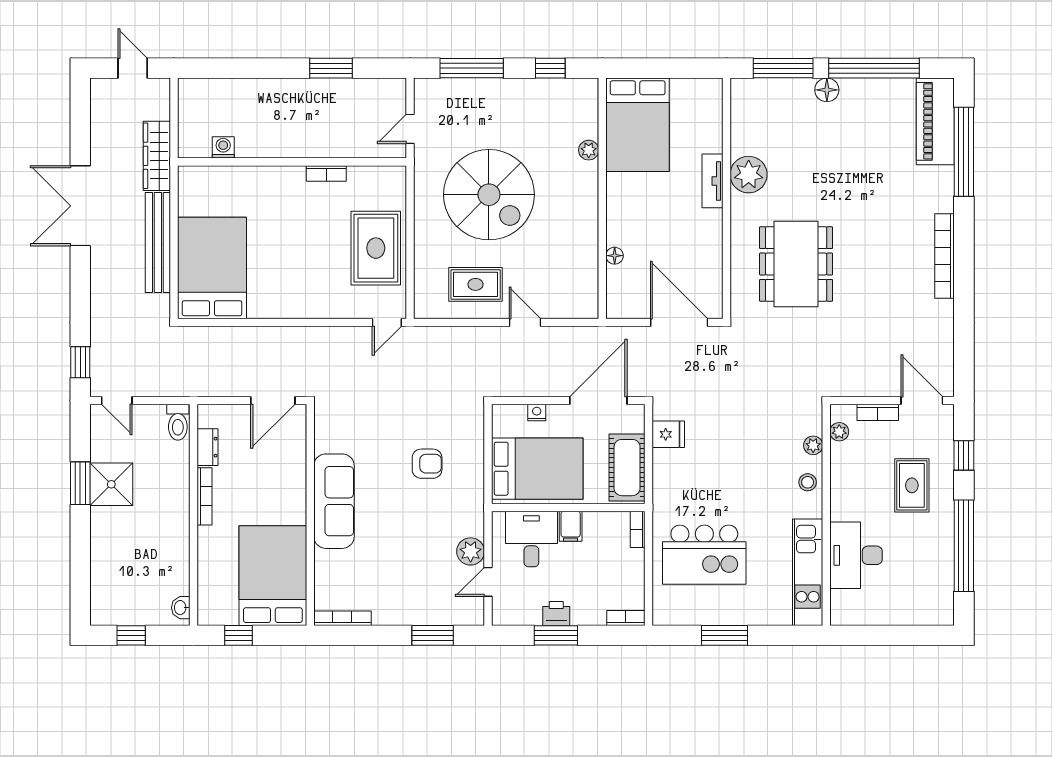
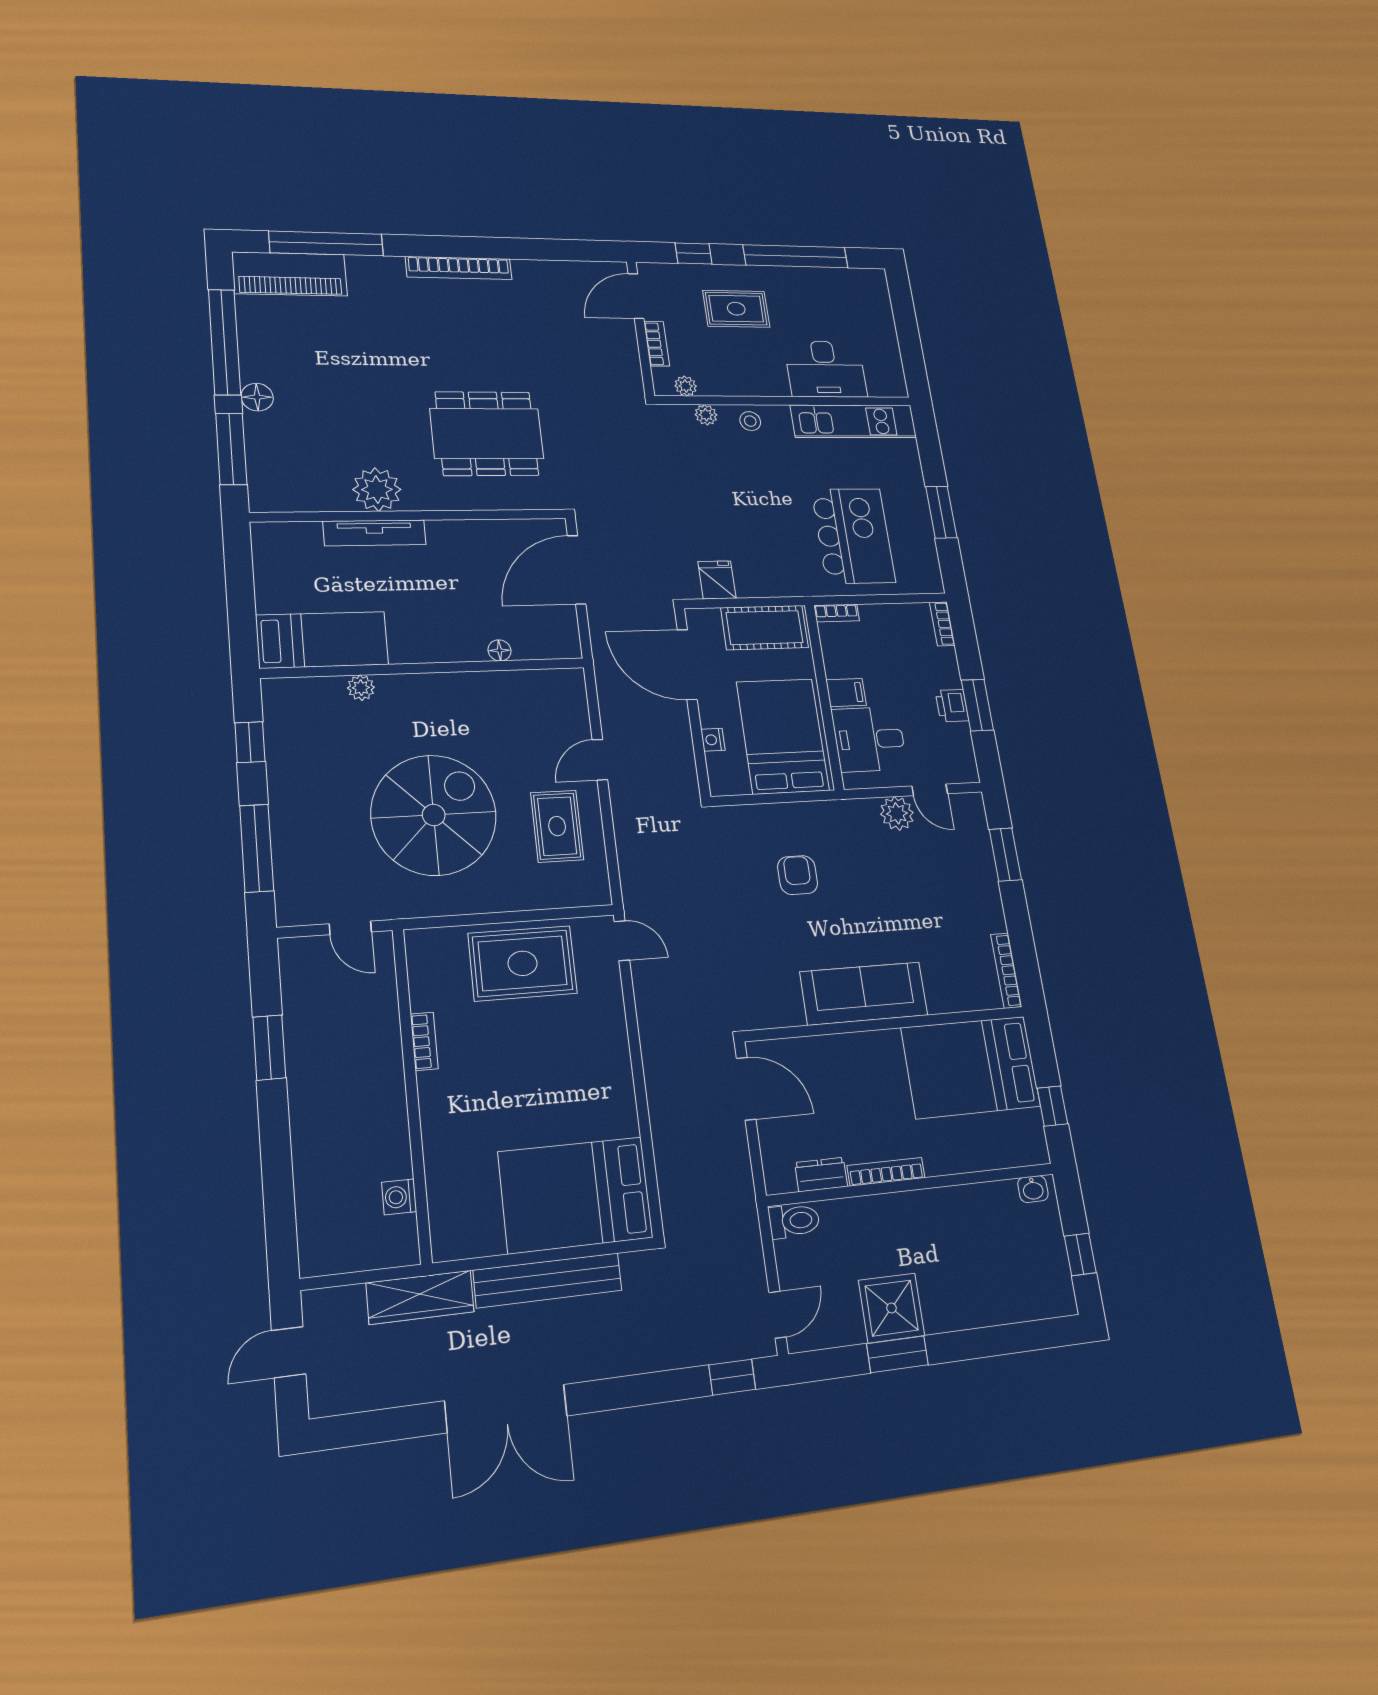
bed: (638, 125) -> (322, 640), width x0.67
tv unit: (713, 181) -> (375, 533), width x1.41

